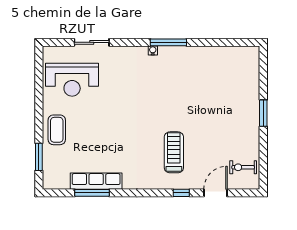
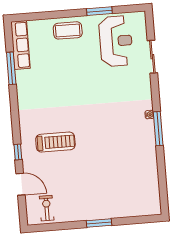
reception desk: (72, 80) -> (116, 41), turned 180
window: (39, 157) -> (99, 11), moved
row of seats: (96, 181) -> (20, 45), moved

